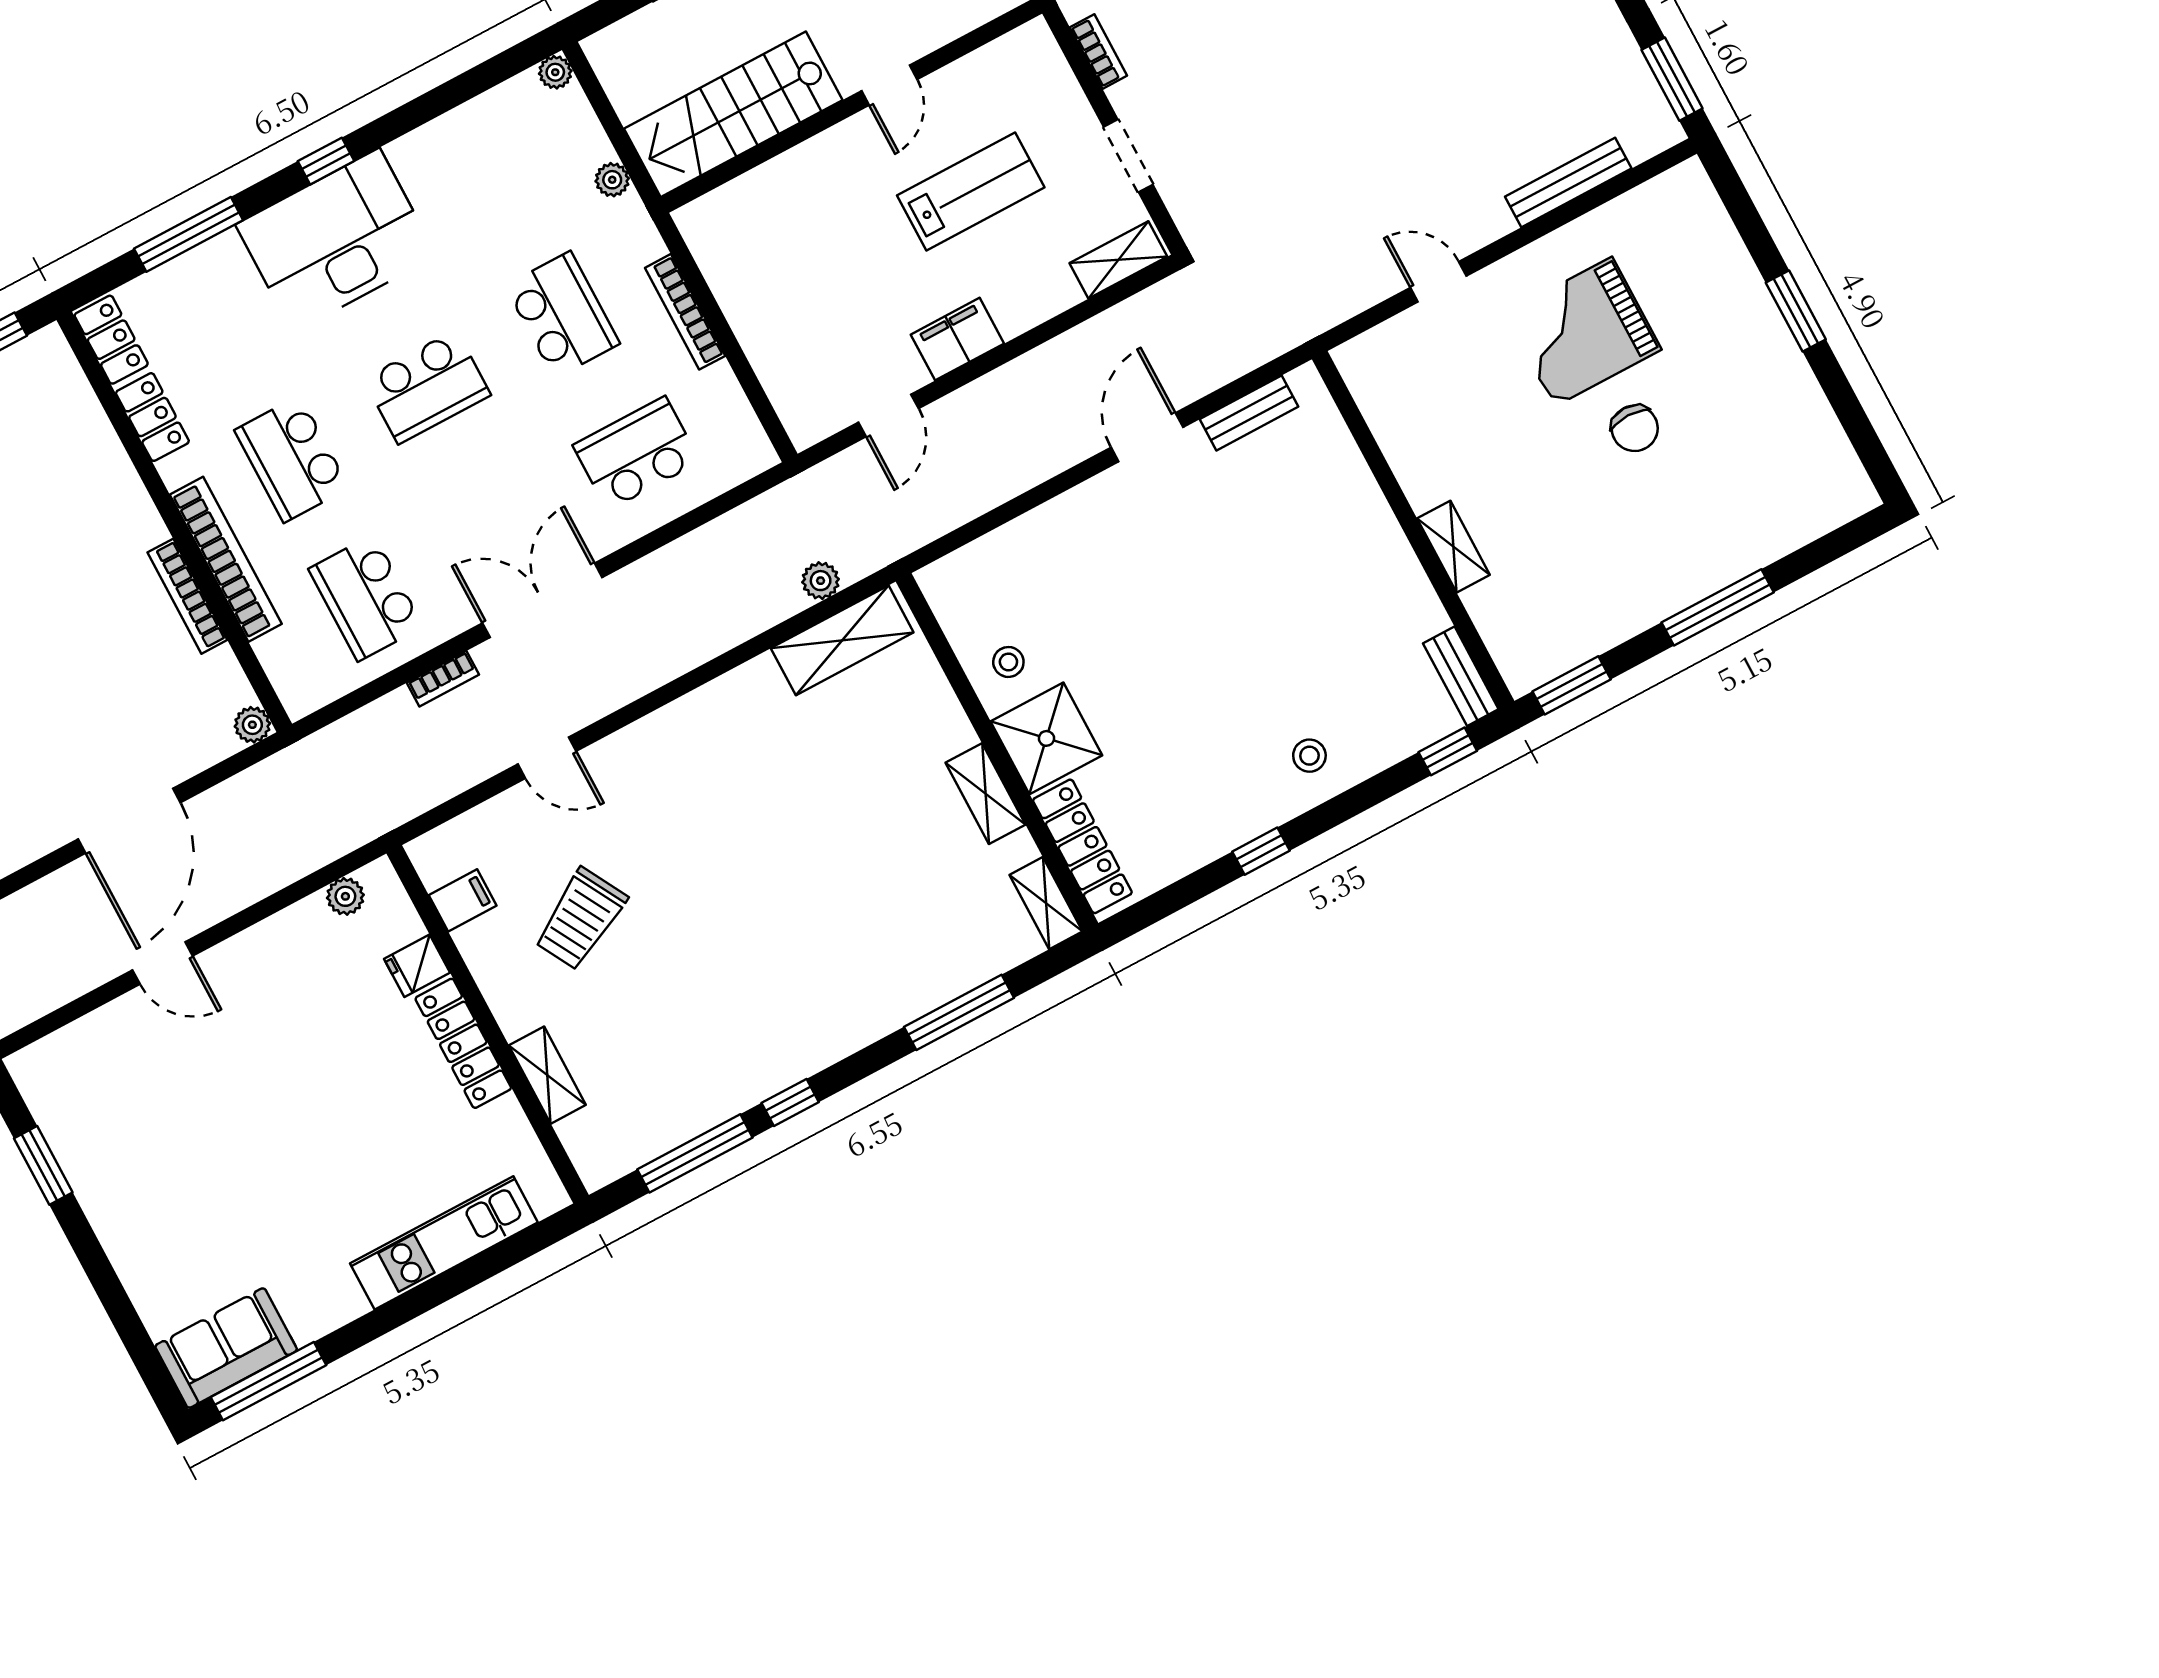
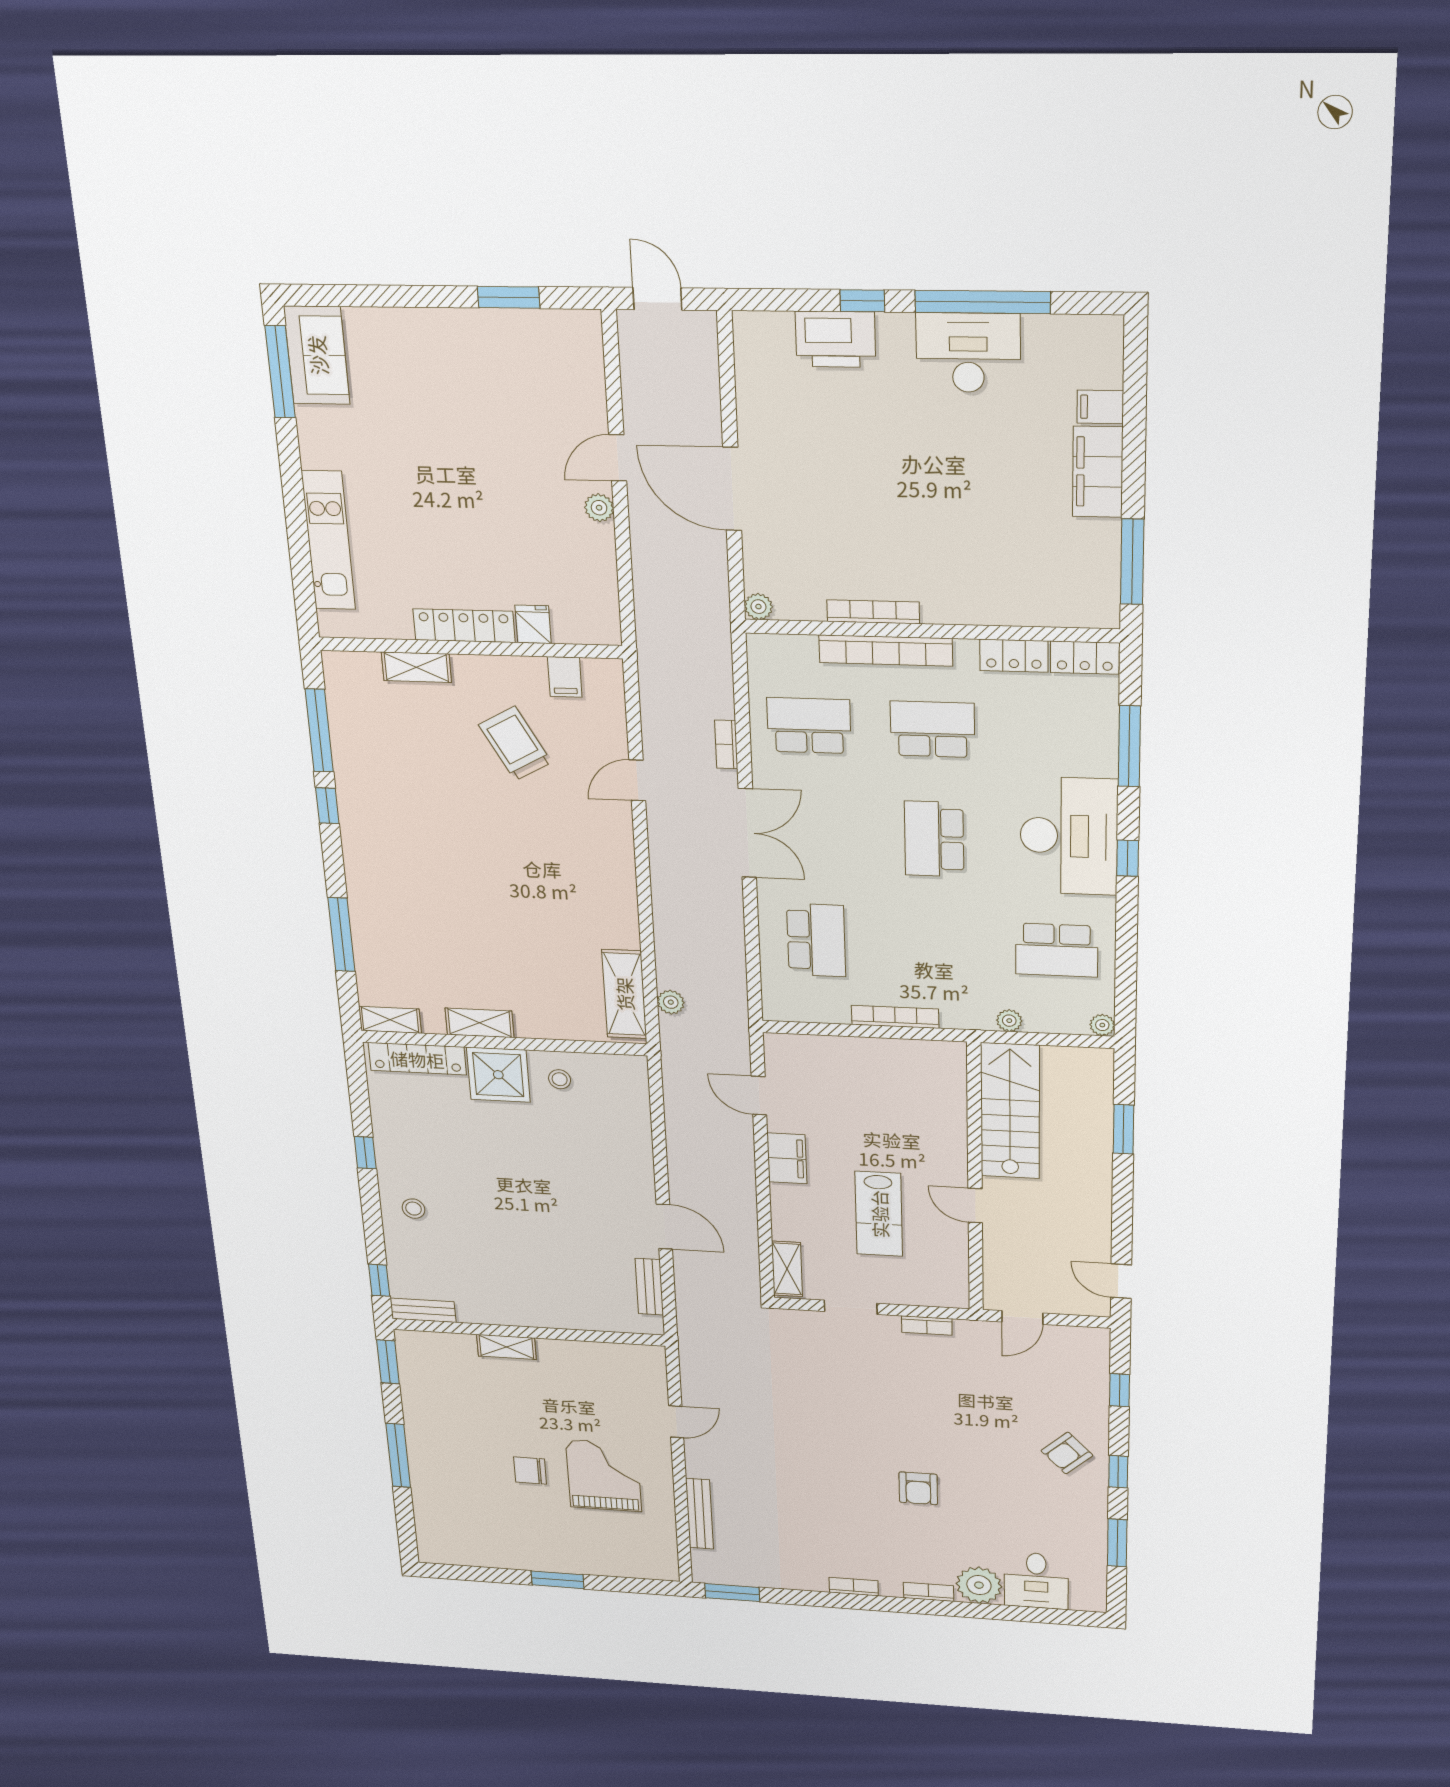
school desk: (562, 315) -> (1057, 950), moved
plant: (345, 896) -> (599, 508), moved

